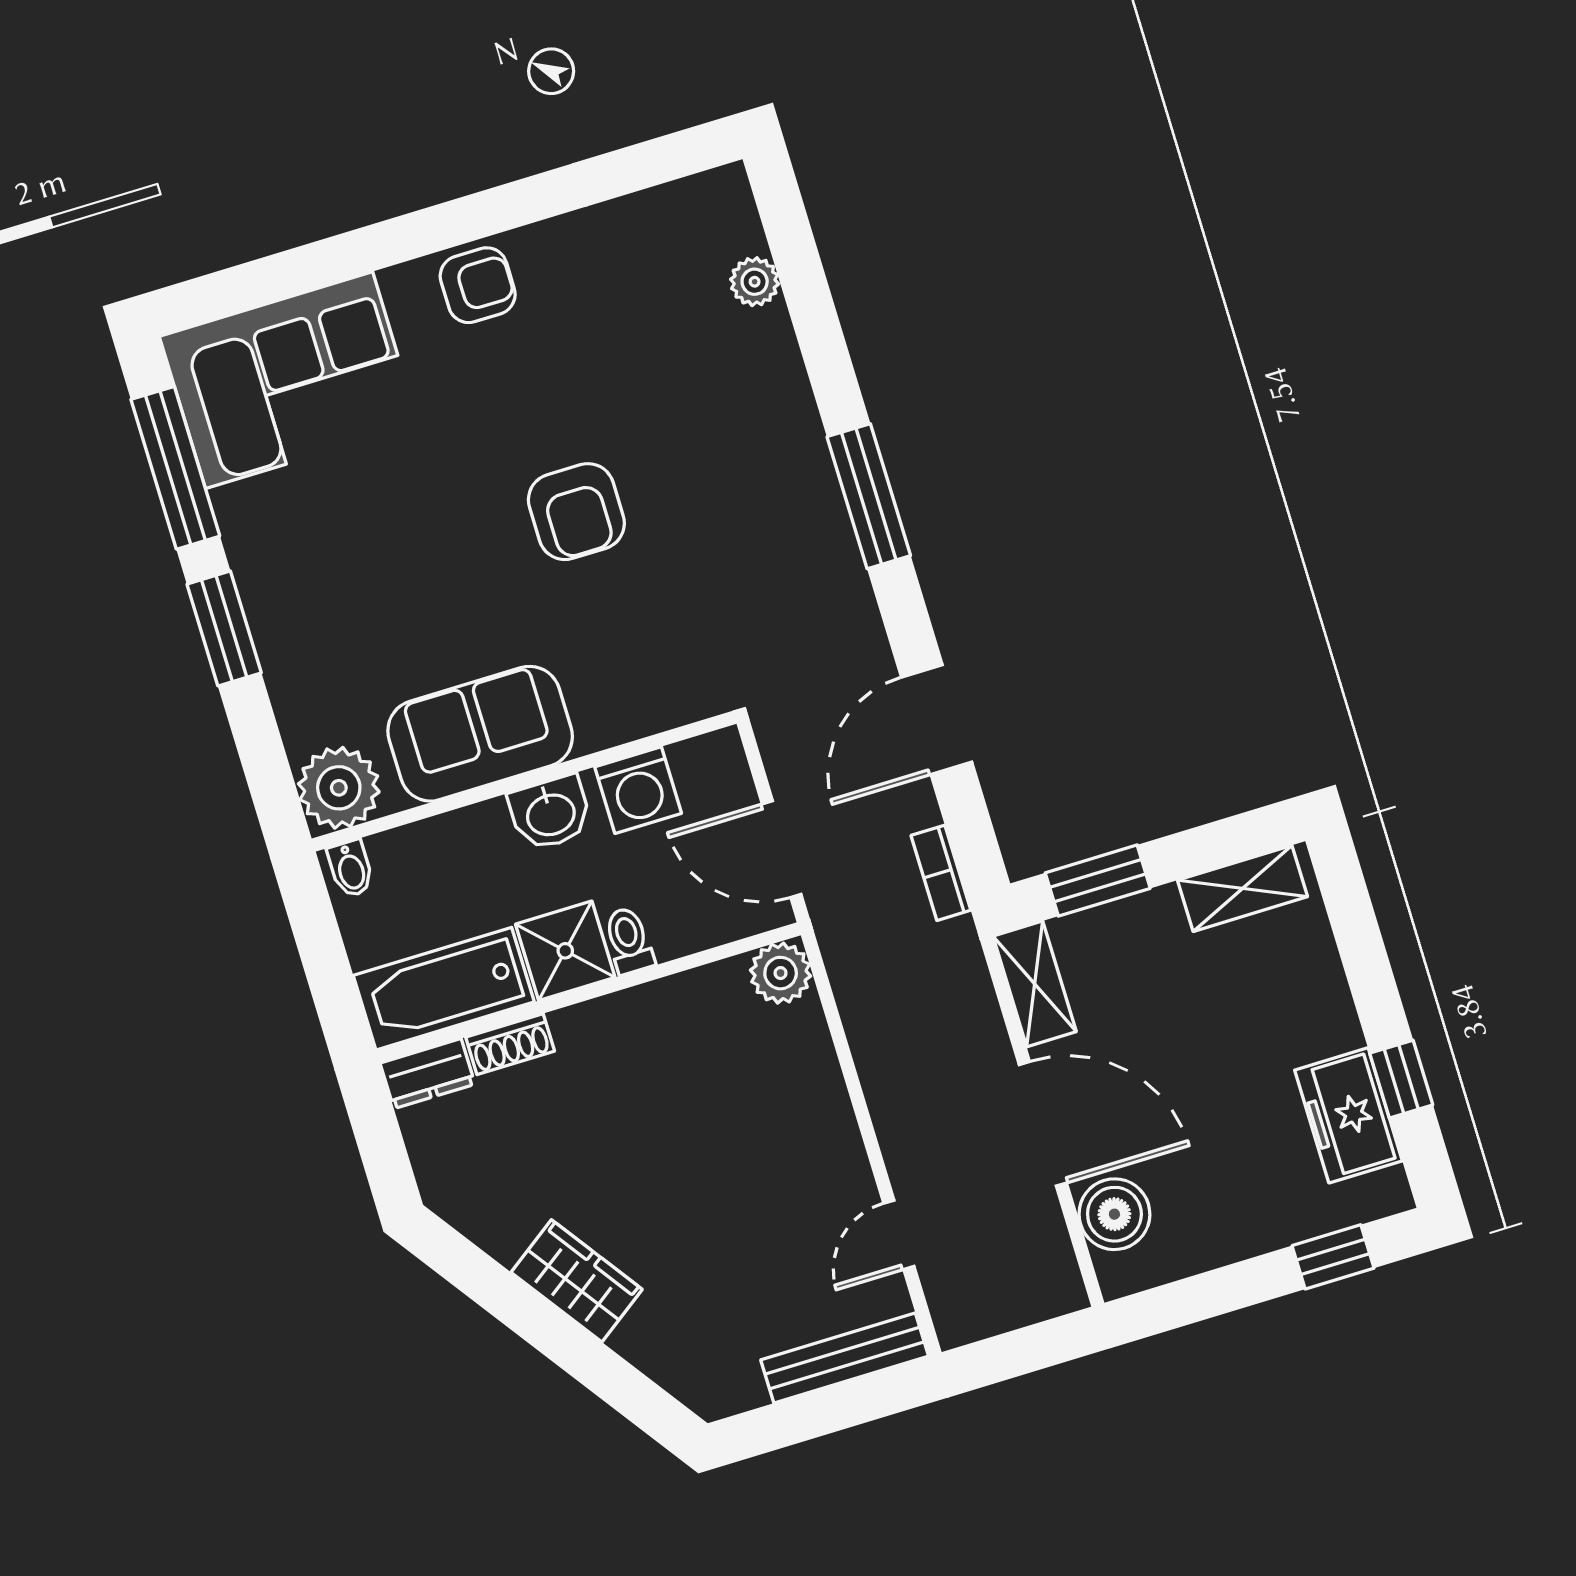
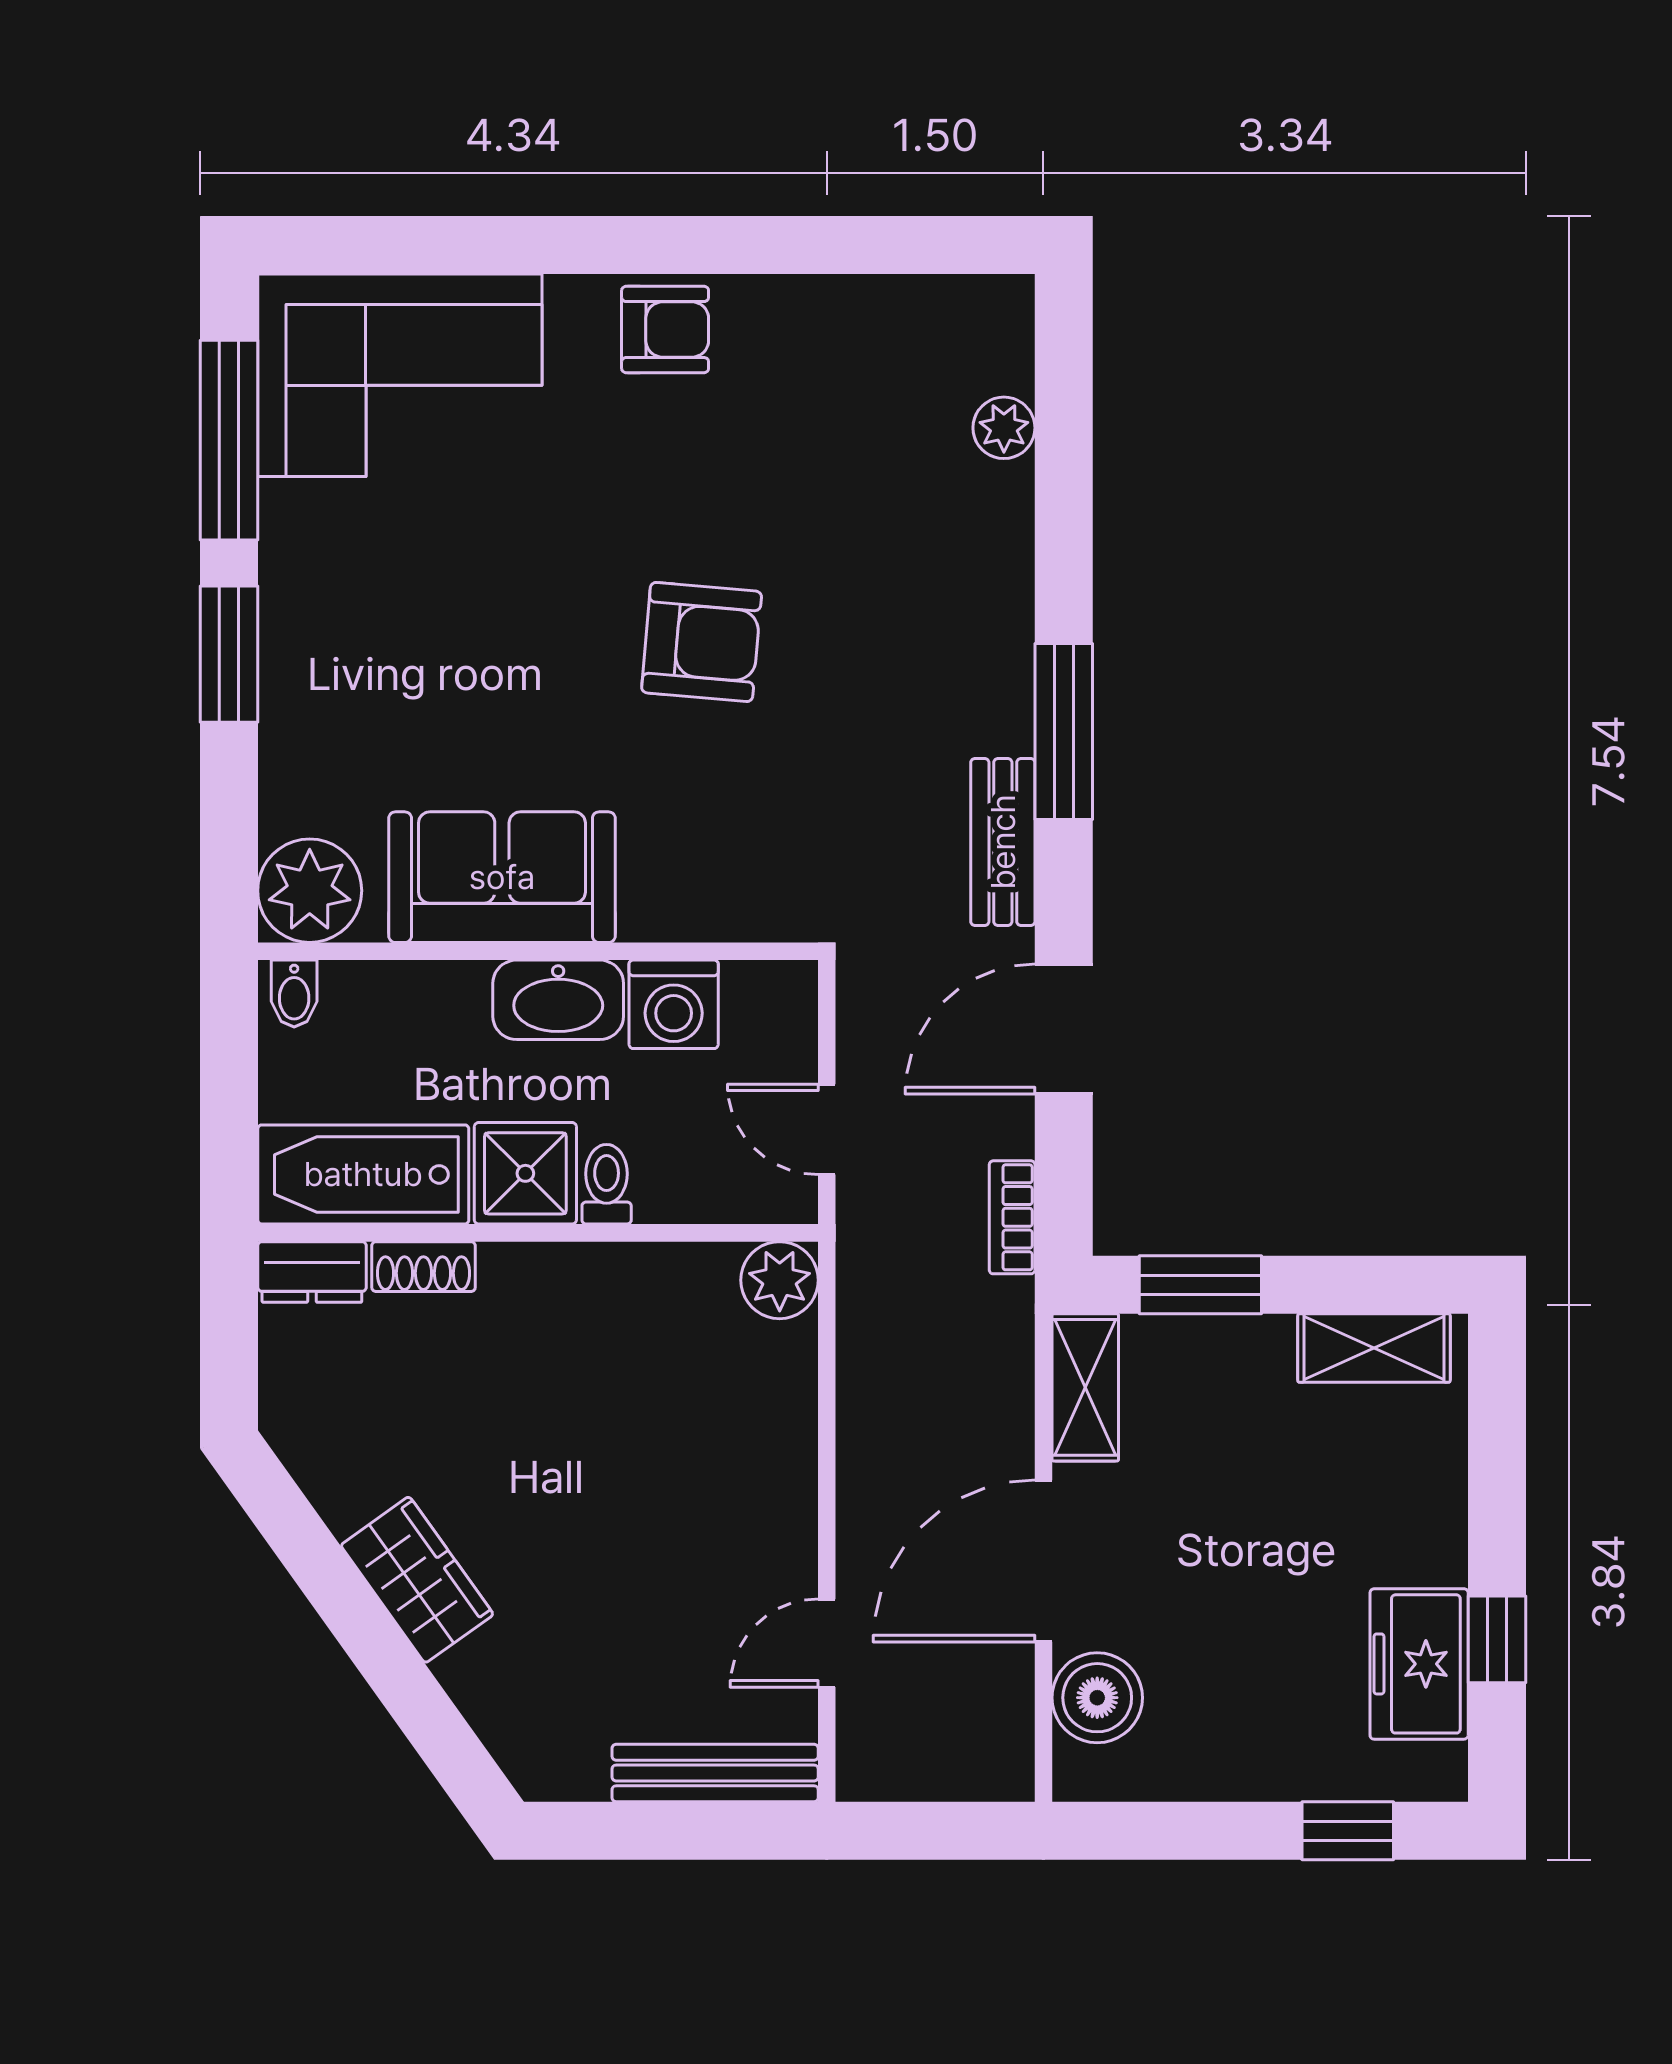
armchair: (576, 512) -> (702, 642), turned -85
bench: (848, 593) -> (1003, 842), added
washbasin: (550, 813) -> (558, 1000), width x1.38
door: (782, 849) -> (827, 1129), width x0.73
door: (1043, 1124) -> (1043, 1561), swing flipped

